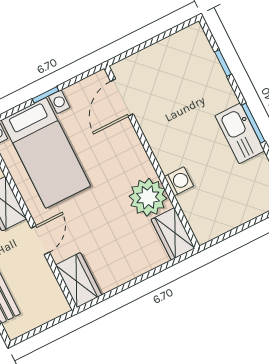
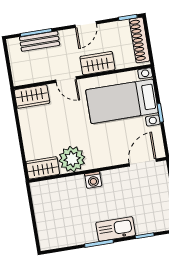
door: (122, 98) -> (143, 162), hinge flipped
kitchen sink: (240, 133) -> (116, 229), moved
washing machine: (179, 181) -> (93, 180), moved

